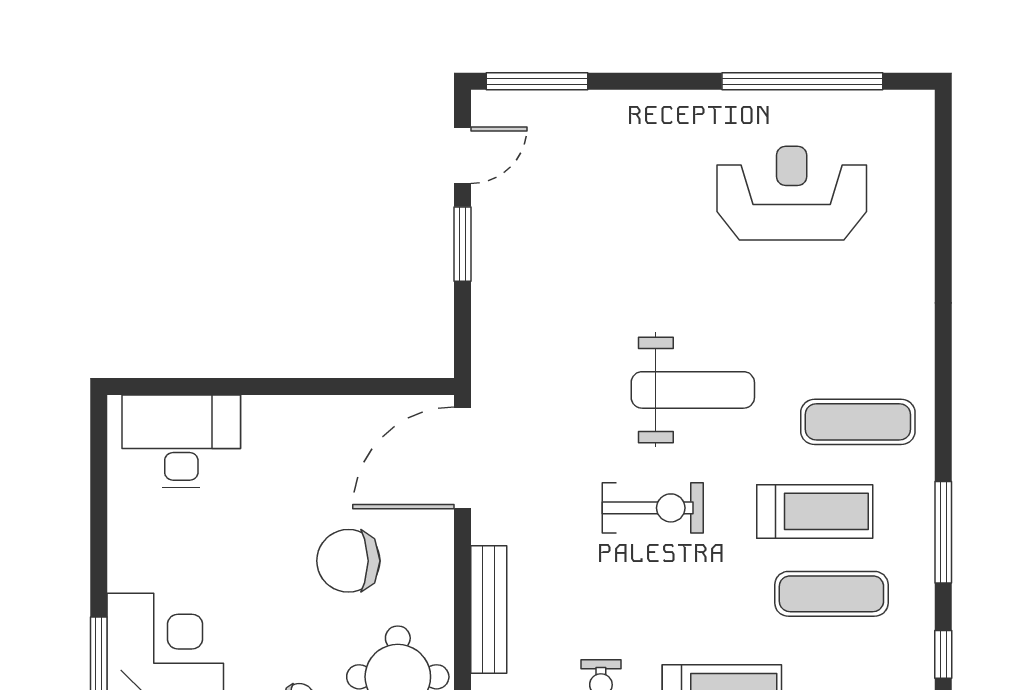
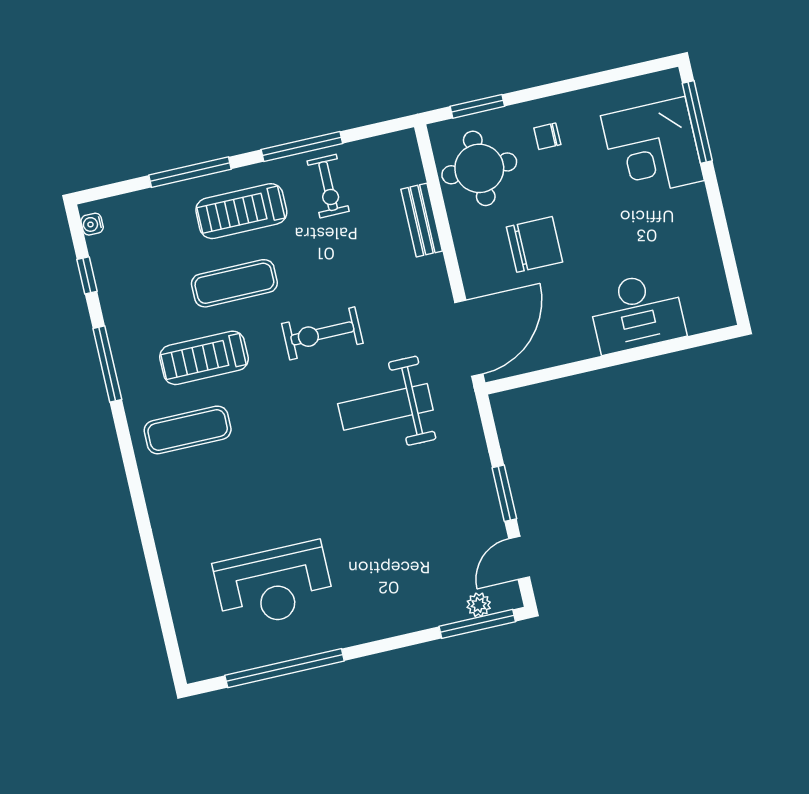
plant: (529, 106) -> (479, 605), added
weight bench: (693, 390) -> (385, 407), moved
desk: (181, 441) -> (637, 312), moved
exercise mat: (831, 594) -> (234, 283), moved
bench: (489, 609) -> (422, 220), width x0.73

